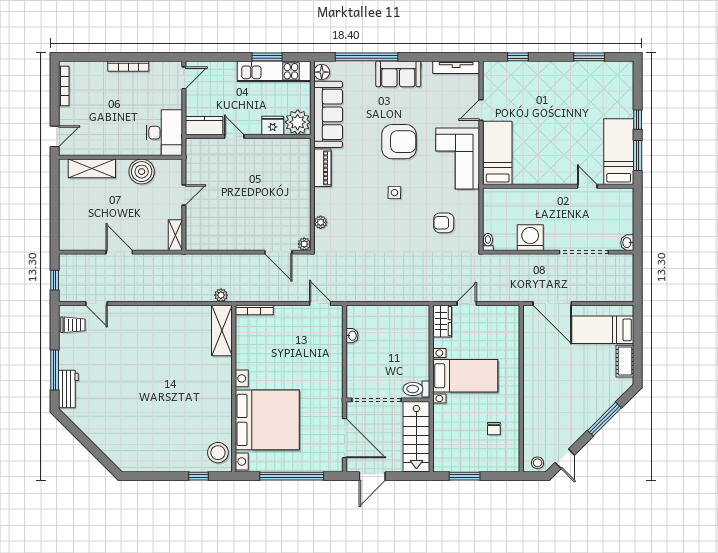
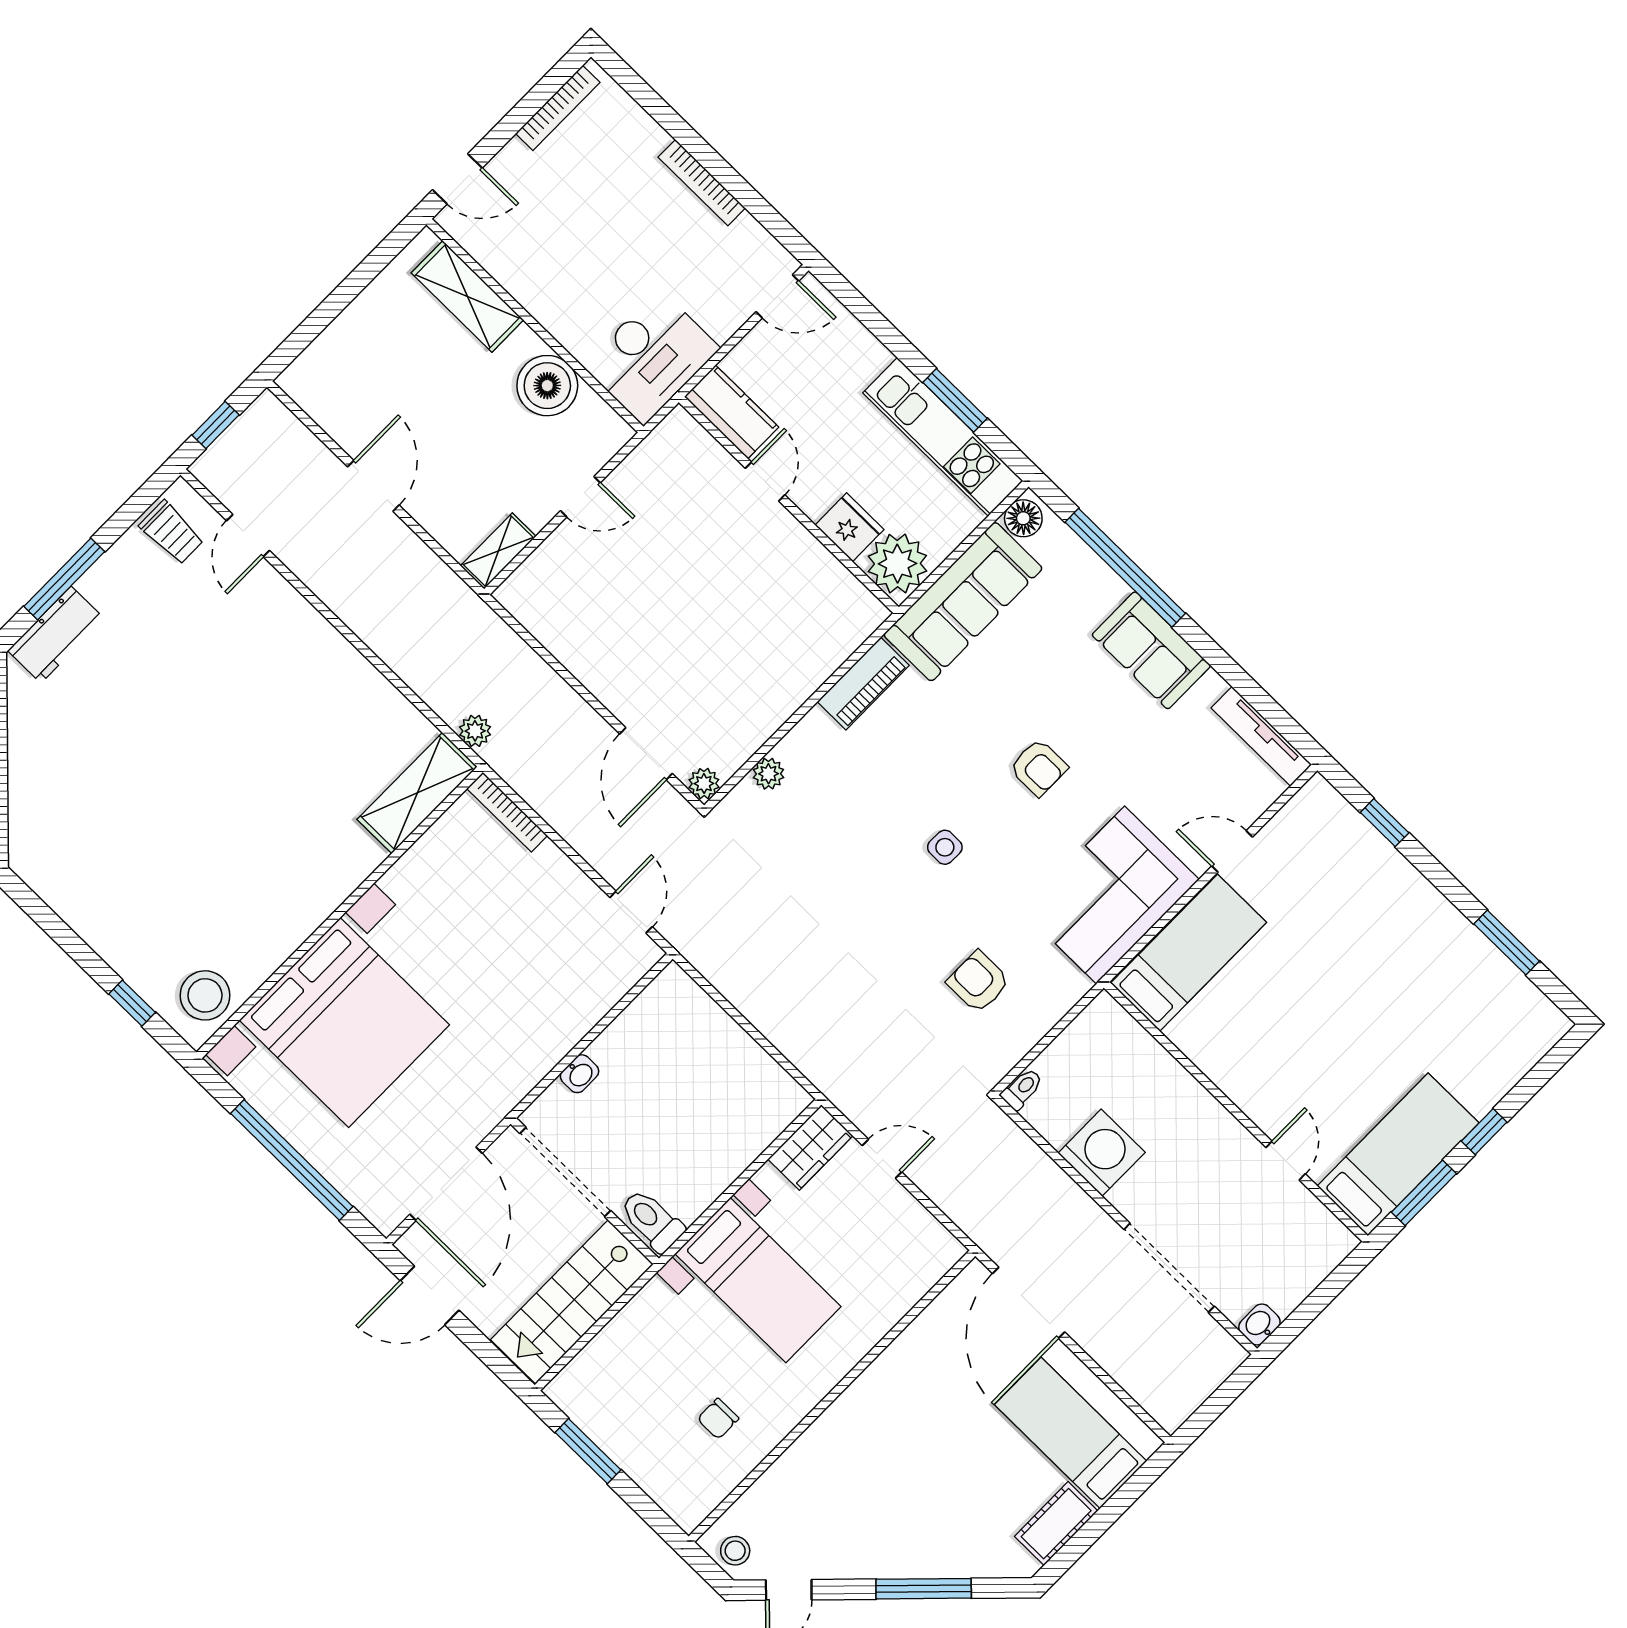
armchair: (399, 142) -> (1038, 768), width x0.53, depth x0.53
washbasin: (352, 336) -> (580, 1074), moved

